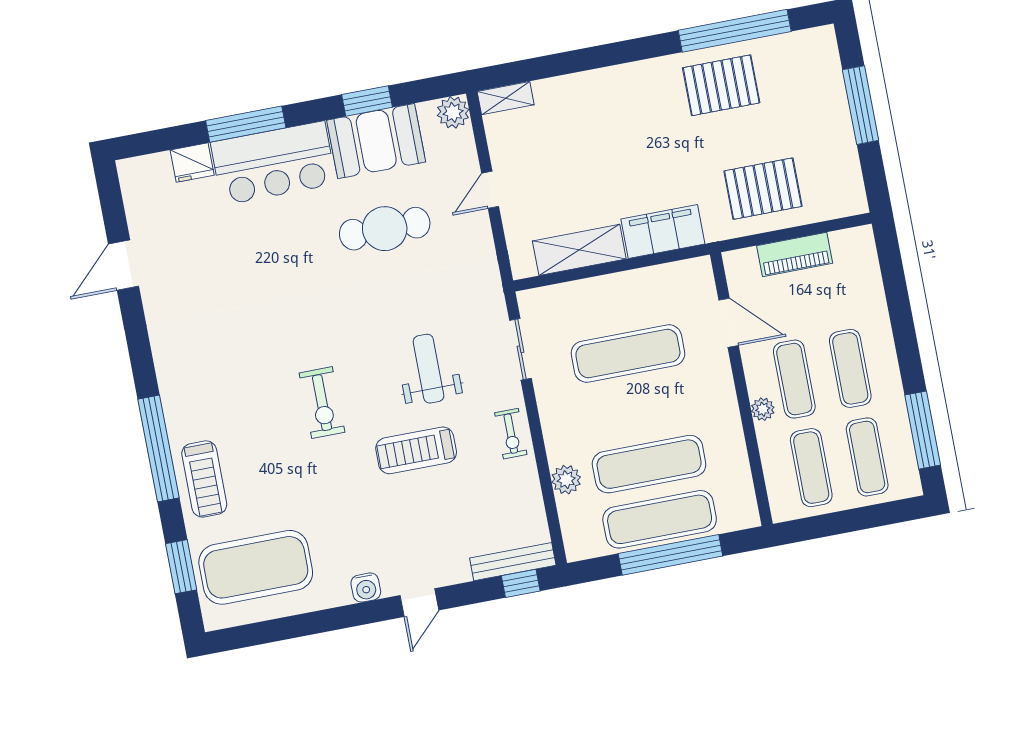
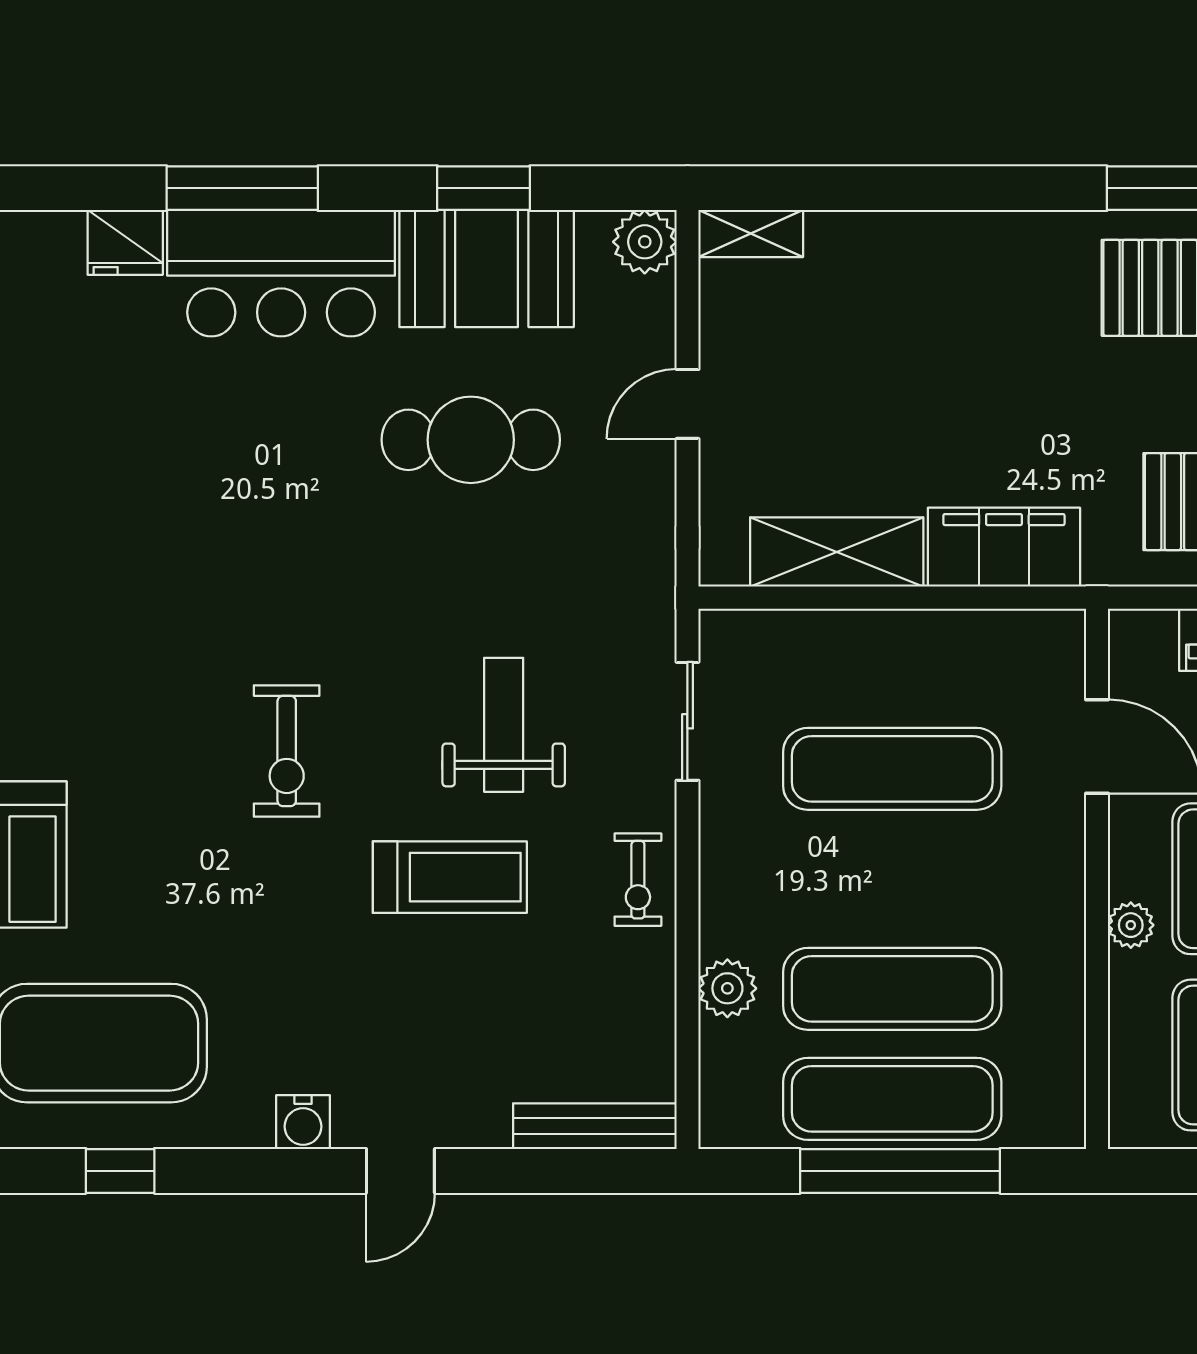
treadmill: (416, 450) -> (450, 877), turned 180
window: (521, 583) -> (120, 1171), moved

